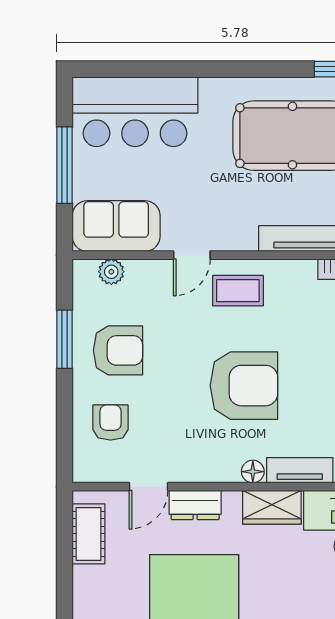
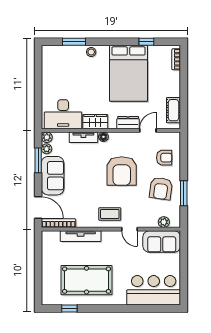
window: (64, 165) -> (184, 268), removed
door: (192, 255) -> (129, 229), swing flipped
armchair: (118, 350) -> (161, 188), turned -82
armchair: (244, 386) -> (122, 171), moved, turned -90
armchair: (111, 423) -> (164, 158), turned -90

